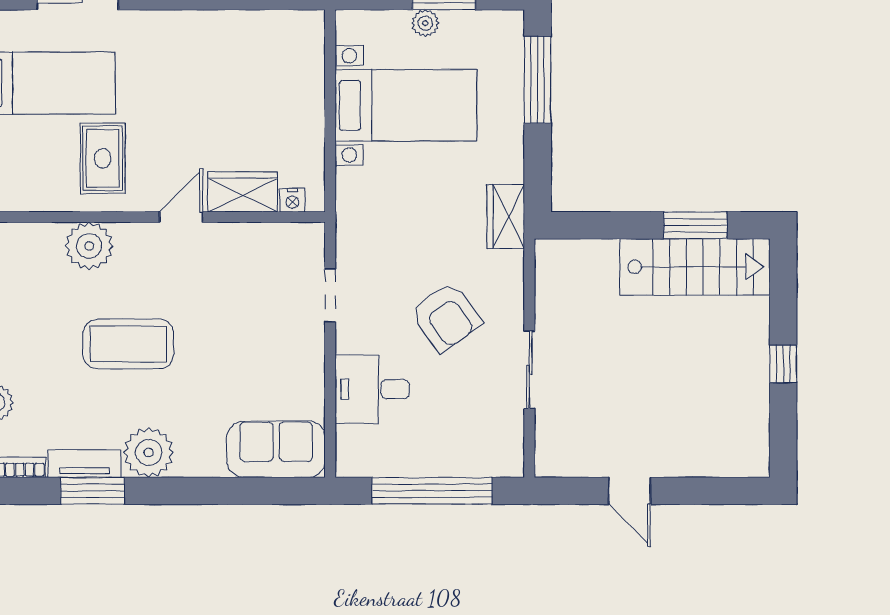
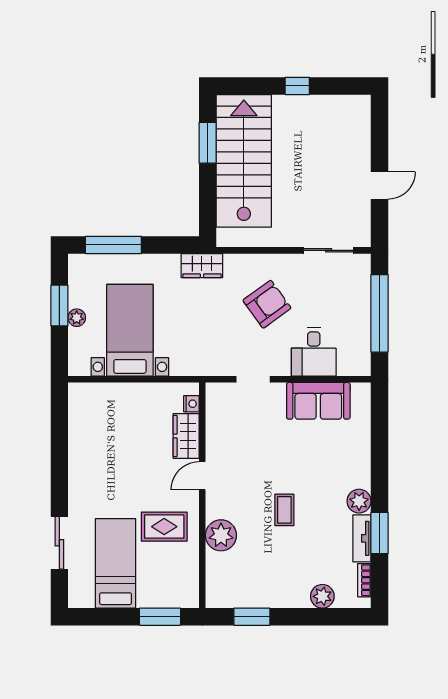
door: (181, 217) -> (202, 476), hinge flipped
stairs: (695, 267) -> (244, 161), width x1.36, depth x1.51
coffee table: (128, 344) -> (284, 510), width x0.54, depth x0.58
sliding door: (529, 370) -> (329, 250), moved
sofa: (276, 449) -> (318, 401), moved, turned -90
plant: (149, 452) -> (359, 501), width x0.73, depth x0.73

